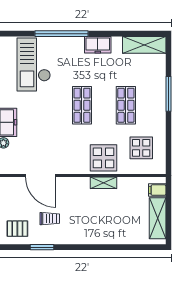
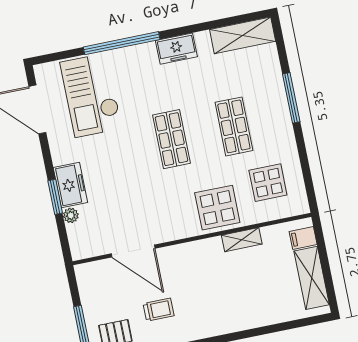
shelving: (104, 183) -> (242, 240), moved

